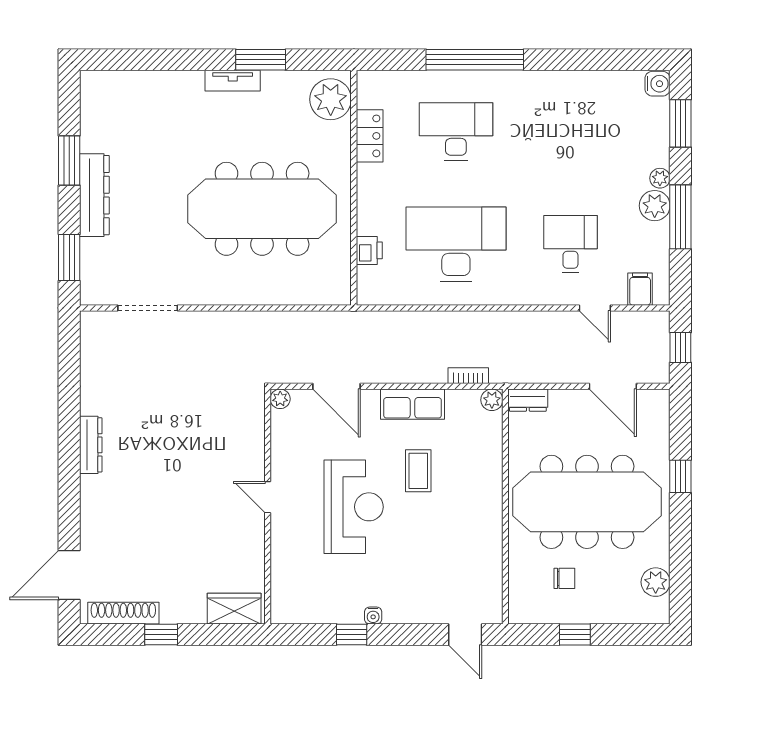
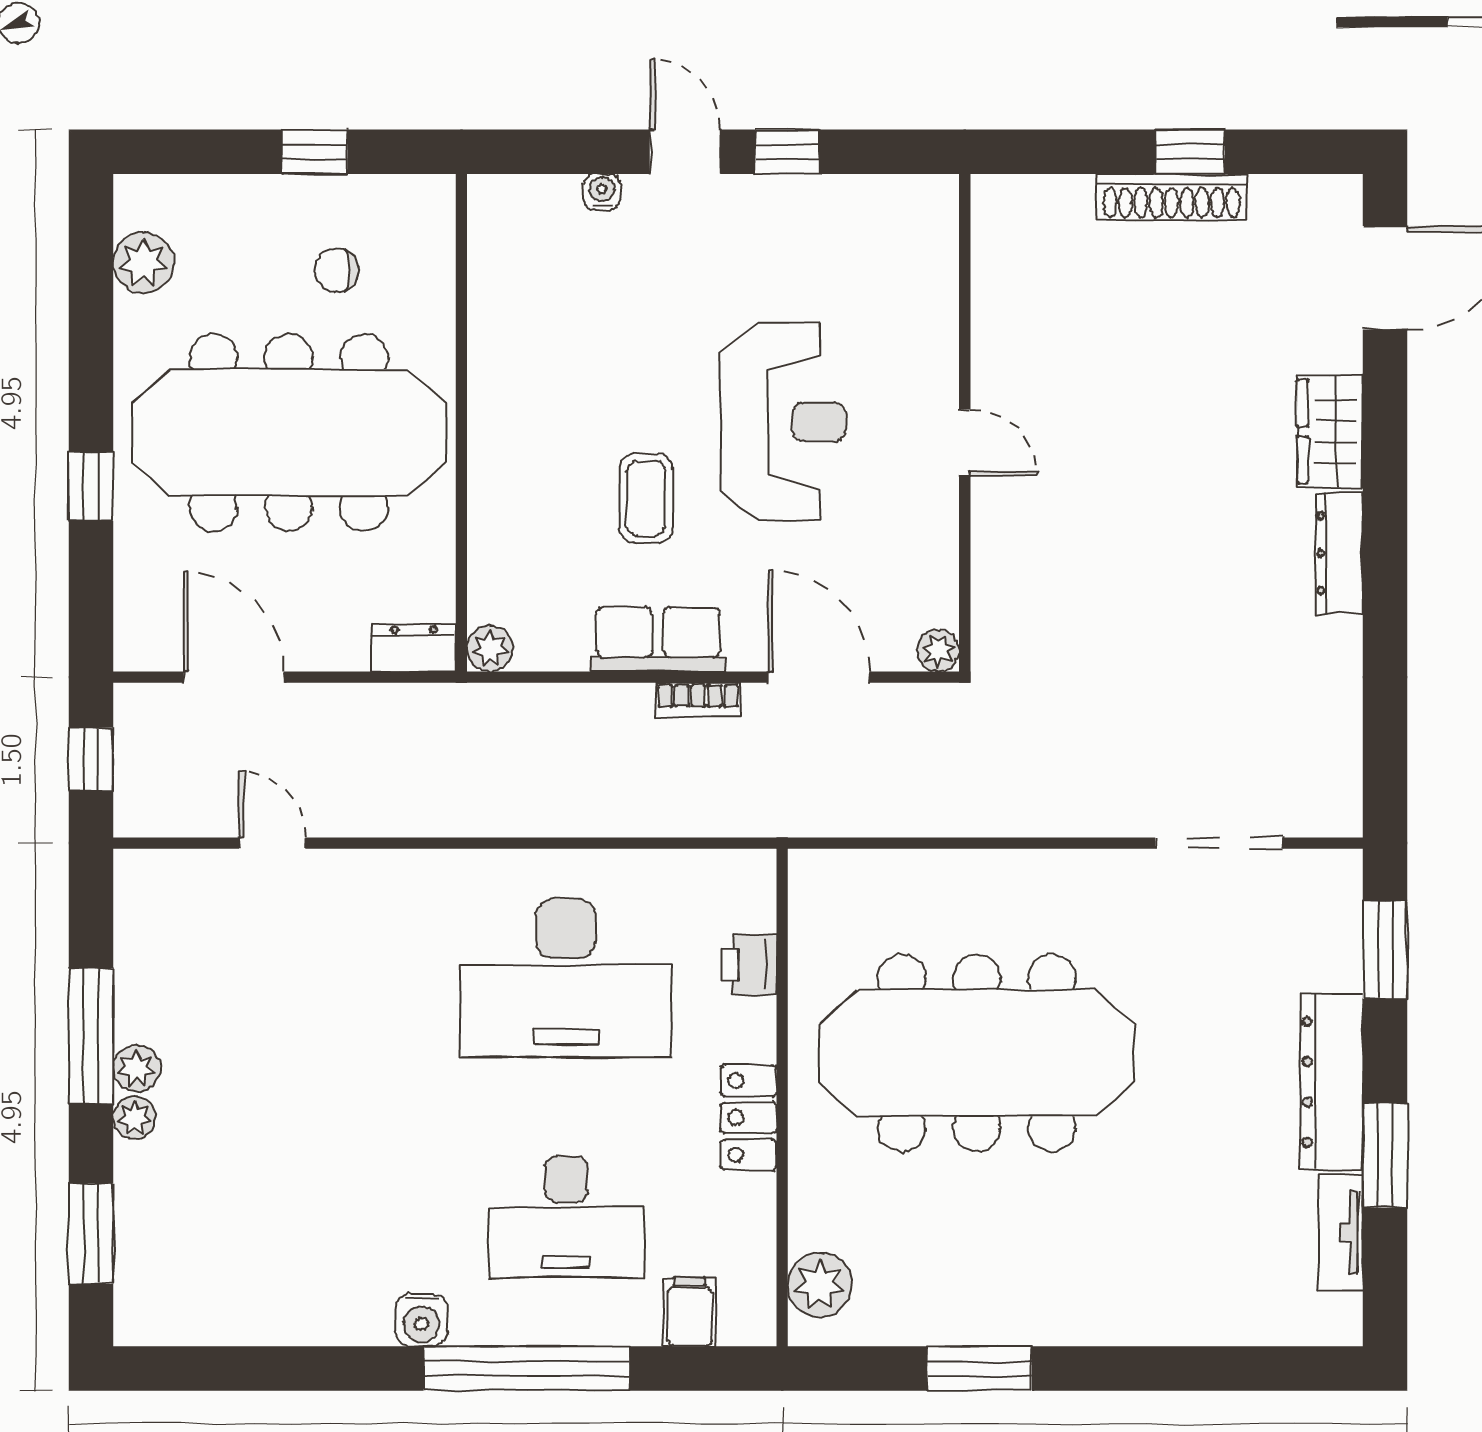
tv unit: (233, 81) -> (1341, 1232), moved, turned -90
water cooler: (658, 84) -> (421, 1320), moved, turned -90
plant: (331, 99) -> (820, 1285), width x0.73, depth x0.73
locker: (370, 136) -> (749, 1118), moved
plant: (655, 206) -> (137, 1069), width x0.73, depth x0.73
desk: (570, 244) -> (324, 978), removed
filing cabinet: (640, 289) -> (690, 1312), moved, turned 180
bookcase: (468, 376) -> (698, 700), moved
reception desk: (354, 507) -> (783, 422), turned 180
wardrobe: (234, 609) -> (1330, 432), moved, turned 90
shoe rack: (123, 613) -> (1172, 197), moved
water cooler: (373, 616) -> (602, 192), moved
door: (465, 635) -> (685, 152), moved

